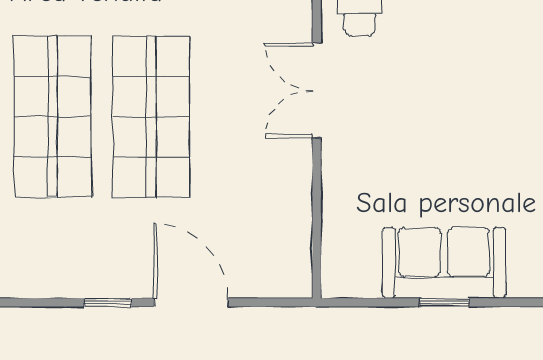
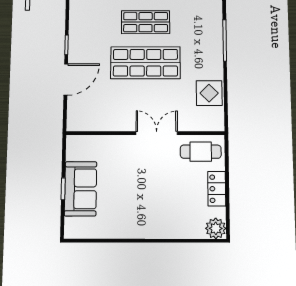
shop shelf: (53, 117) -> (146, 22), width x0.70, depth x0.74

